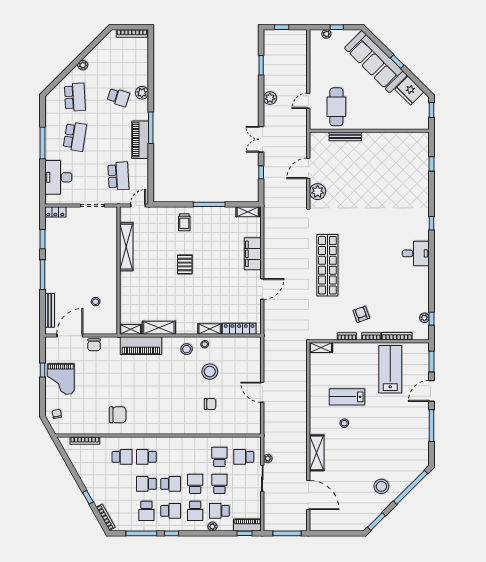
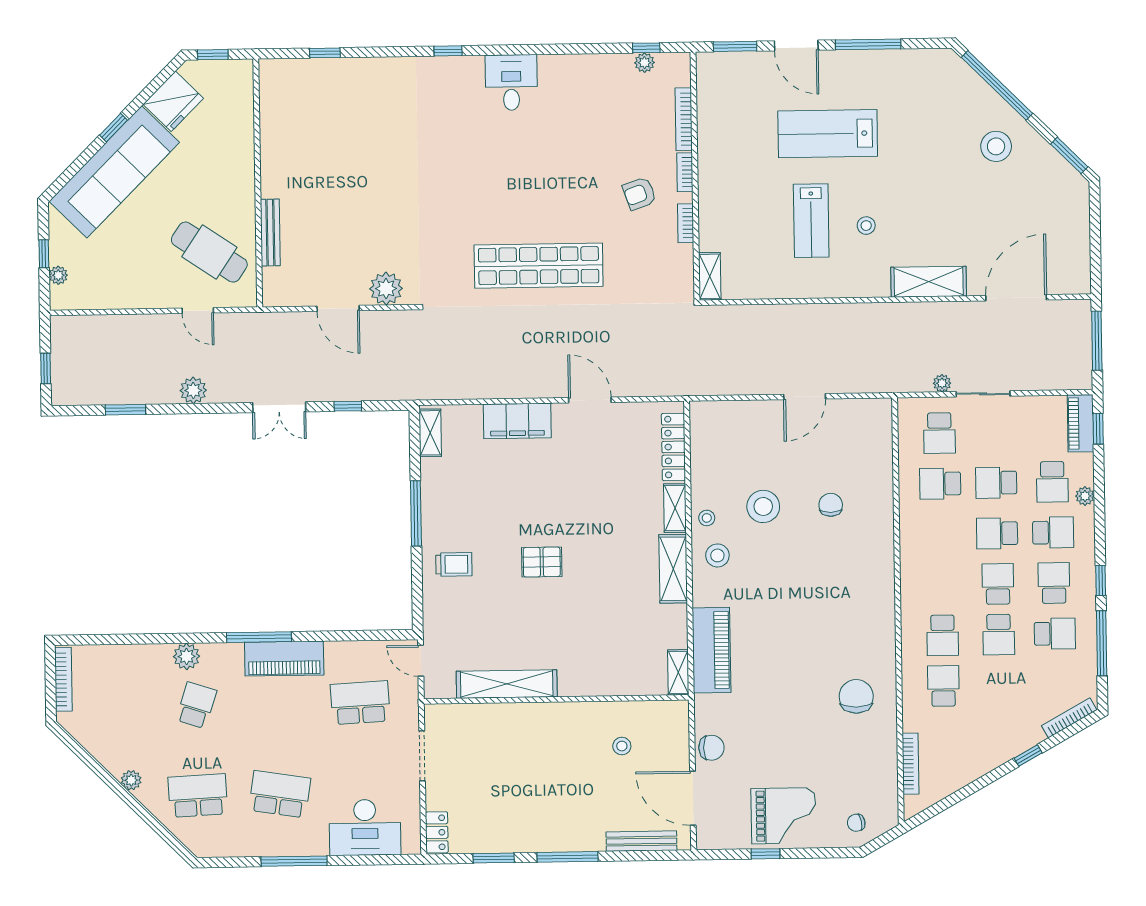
cafe table: (336, 107) -> (209, 252), turned 34
shelving: (159, 328) -> (673, 569), moved
lab bench: (390, 369) -> (828, 134), moved

